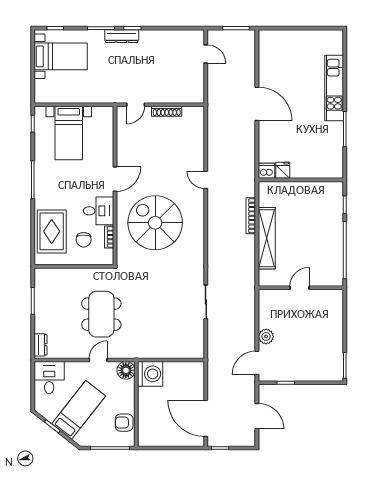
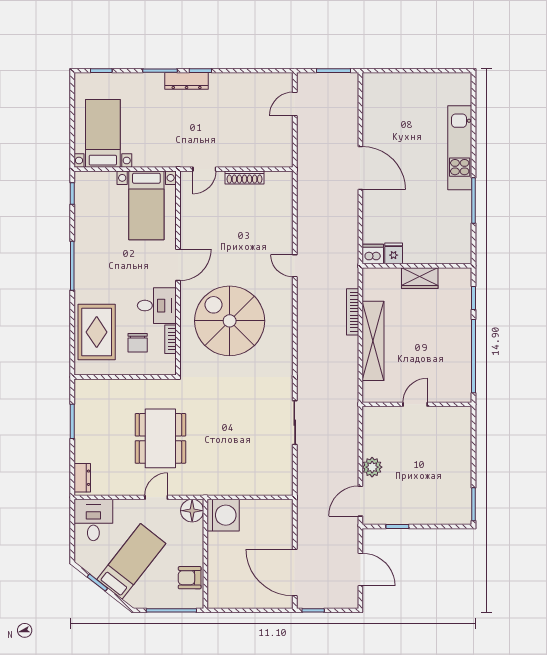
door: (206, 54) -> (295, 104), swing flipped
bed with nightstands: (61, 56) -> (103, 133), moved, turned -90
bed with nightstands: (69, 133) -> (146, 205), moved
wardrobe: (303, 189) -> (420, 278), added

